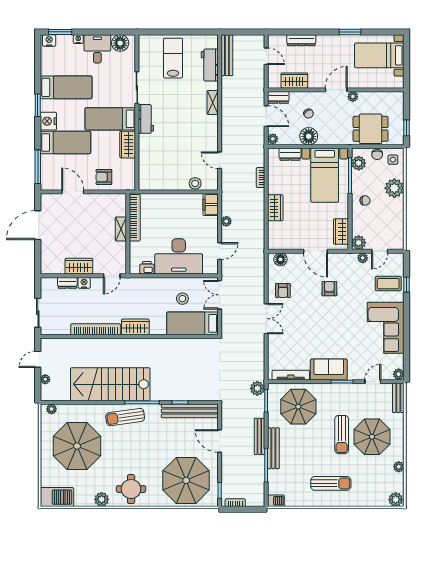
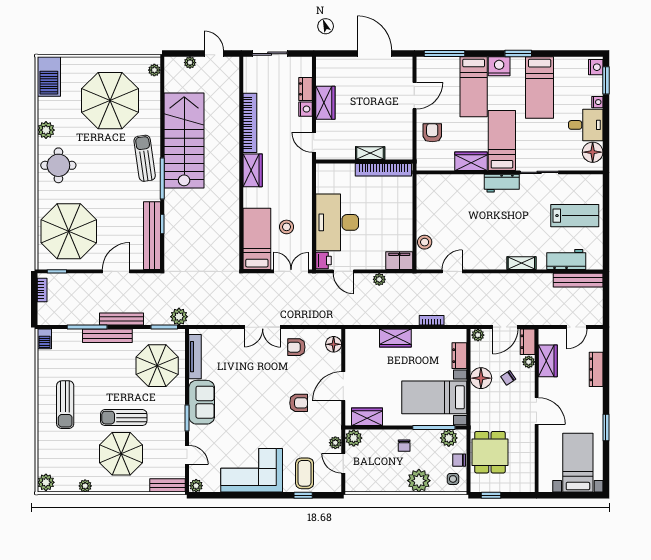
plant: (353, 97) -> (529, 362), moved
printer: (147, 268) -> (323, 261), moved

